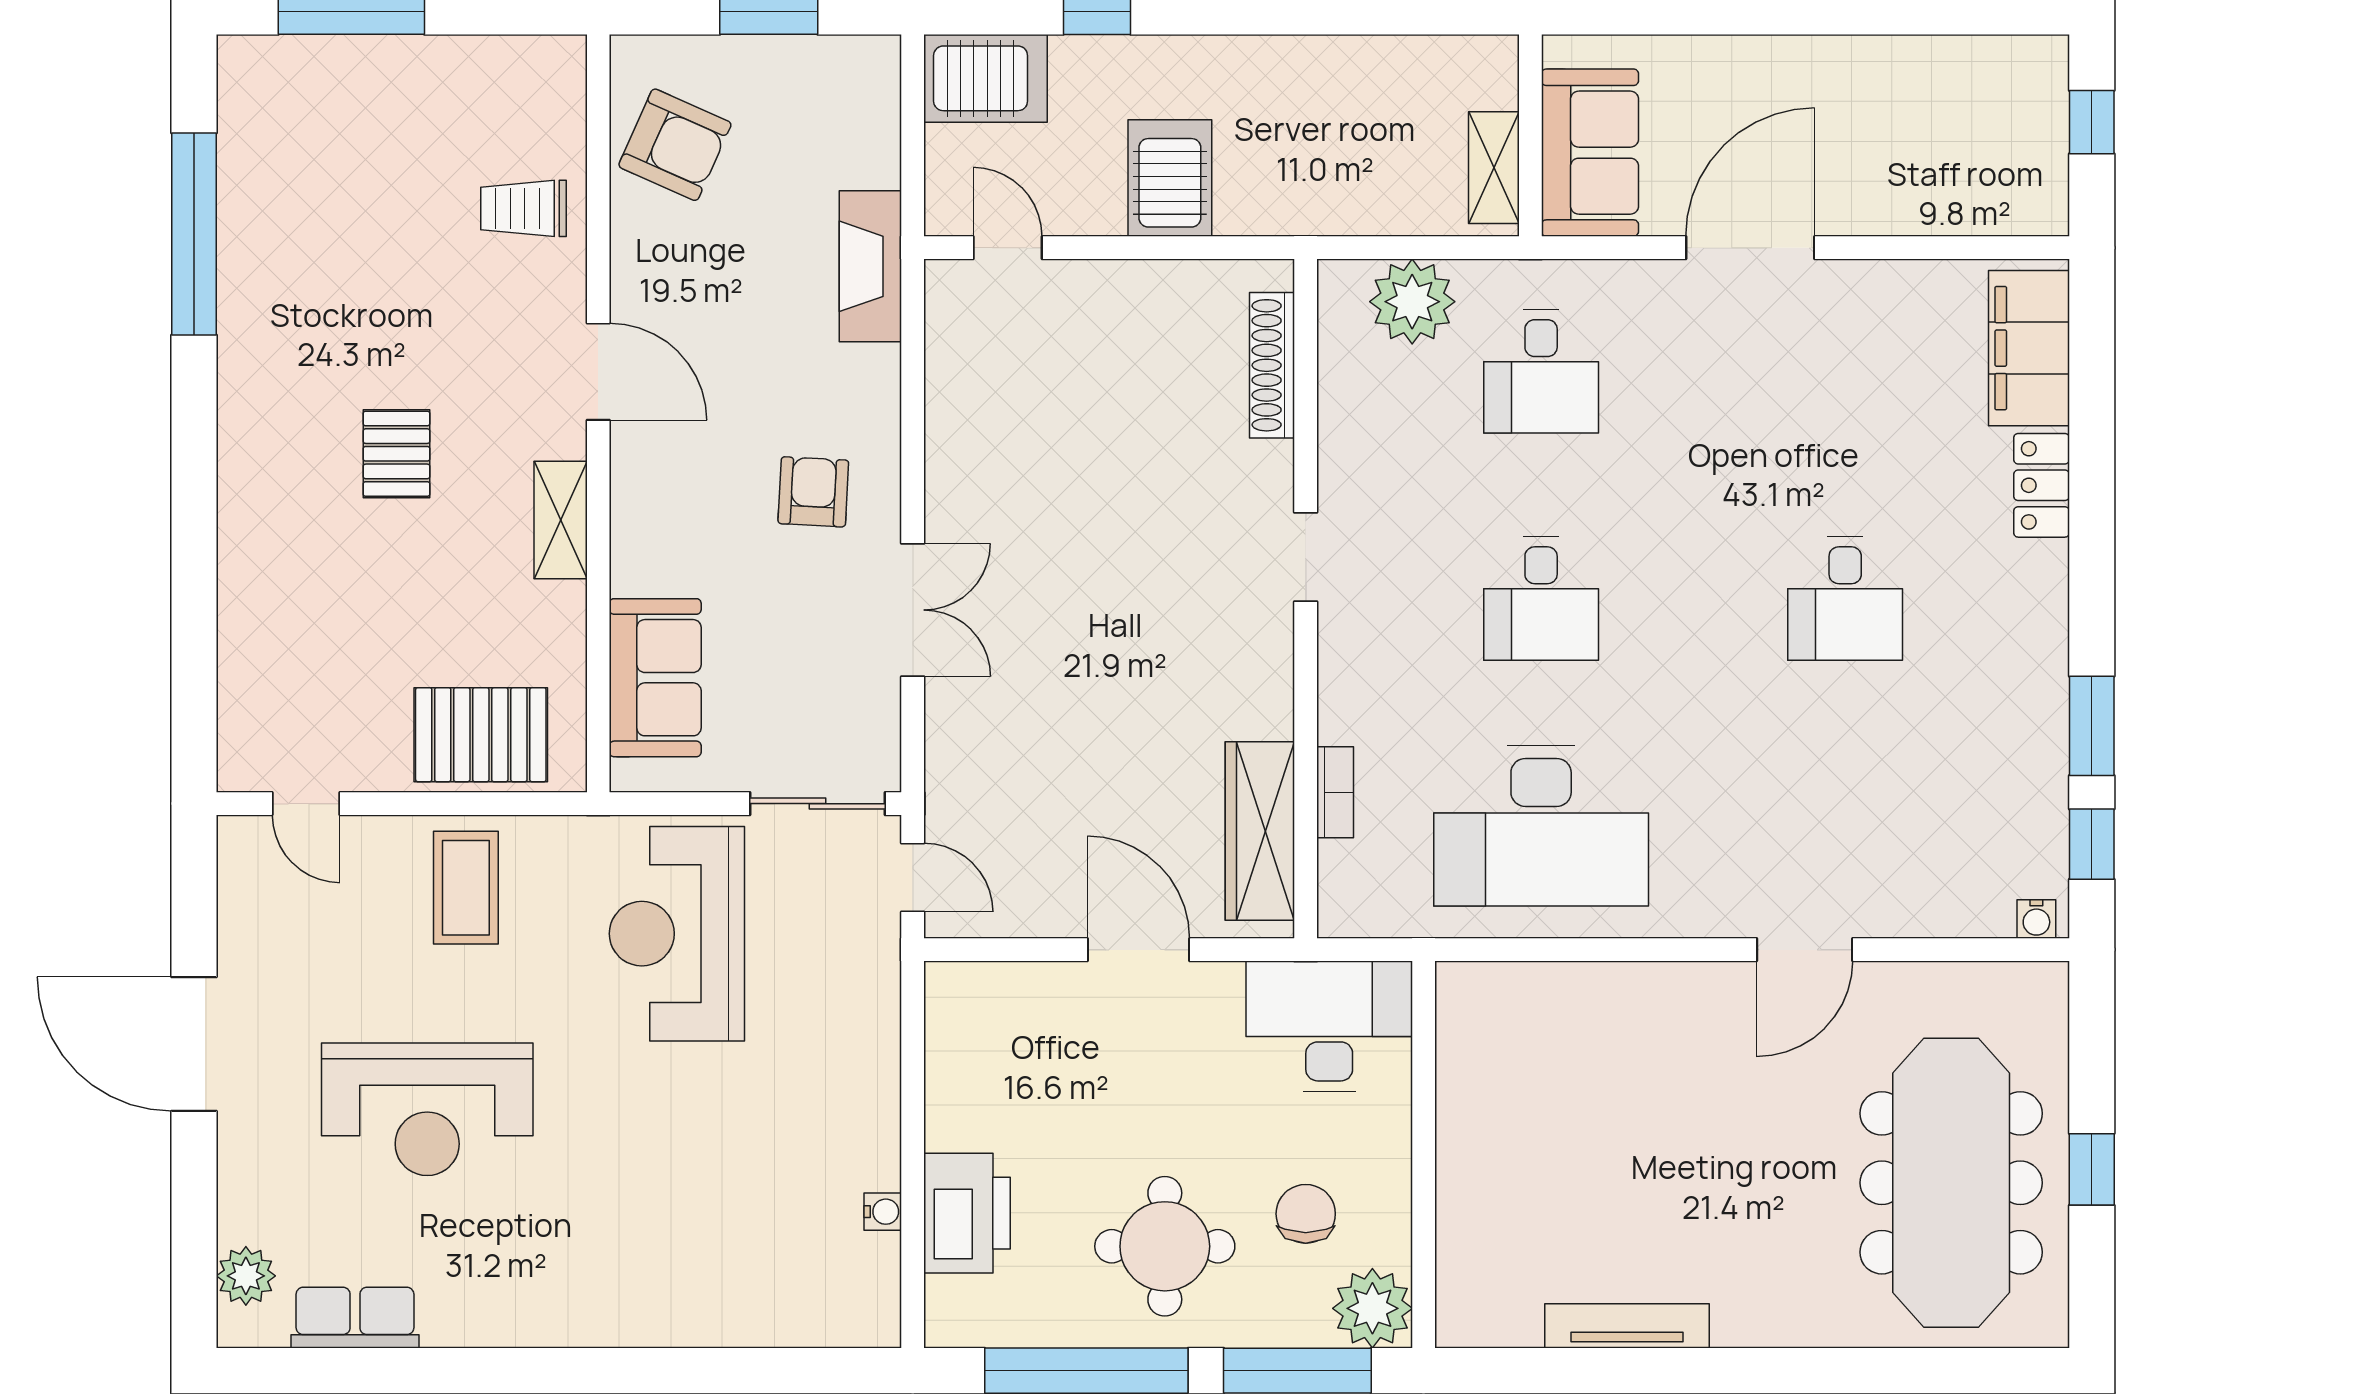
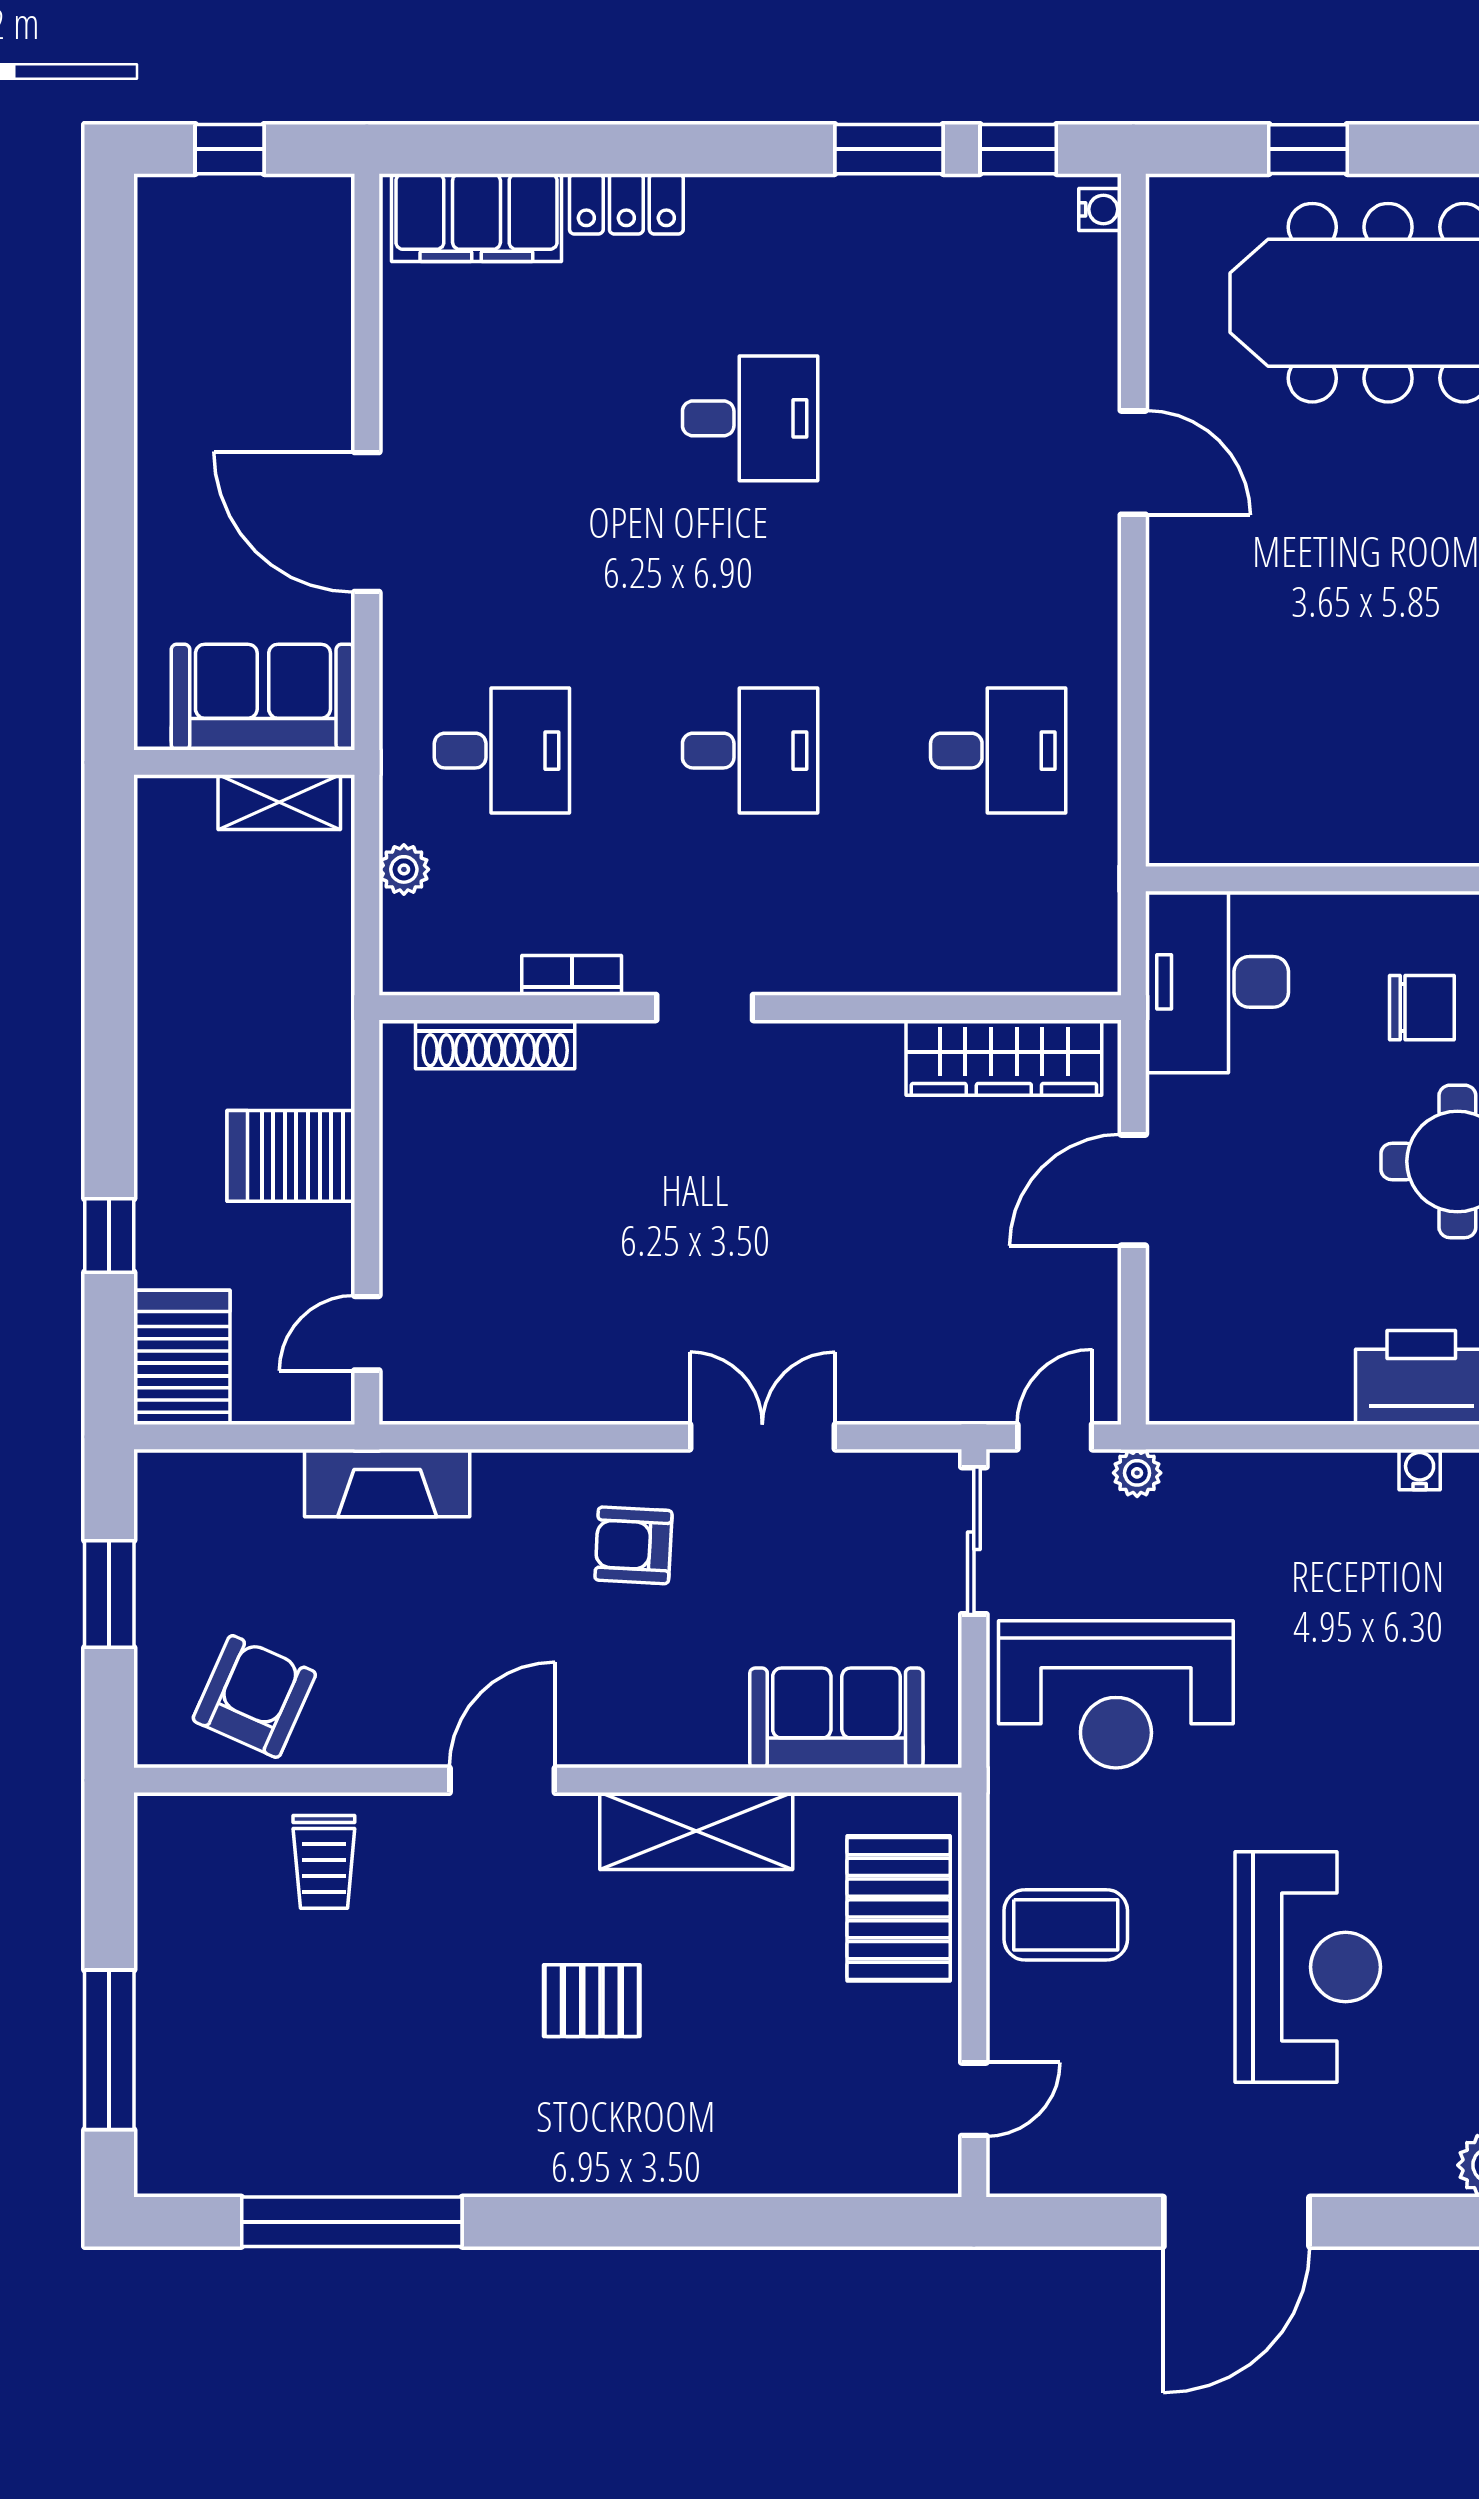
plant: (1412, 302) -> (404, 869), width x0.53, depth x0.53
shelving: (561, 520) -> (696, 1831), width x1.50, depth x1.33
bookcase: (1335, 792) -> (572, 975), moved
desk: (1541, 826) -> (998, 751), width x0.53, depth x0.77
plant: (880, 953) -> (1137, 1473), added
window: (2092, 1169) -> (1308, 149), moved
chair: (1306, 1214) -> (1422, 1008), turned 180

